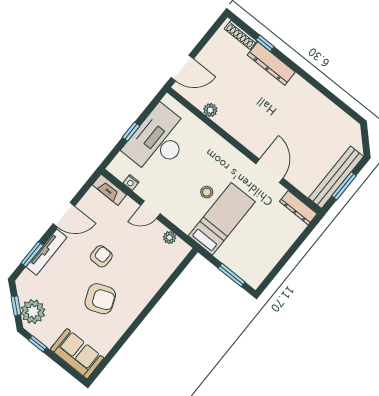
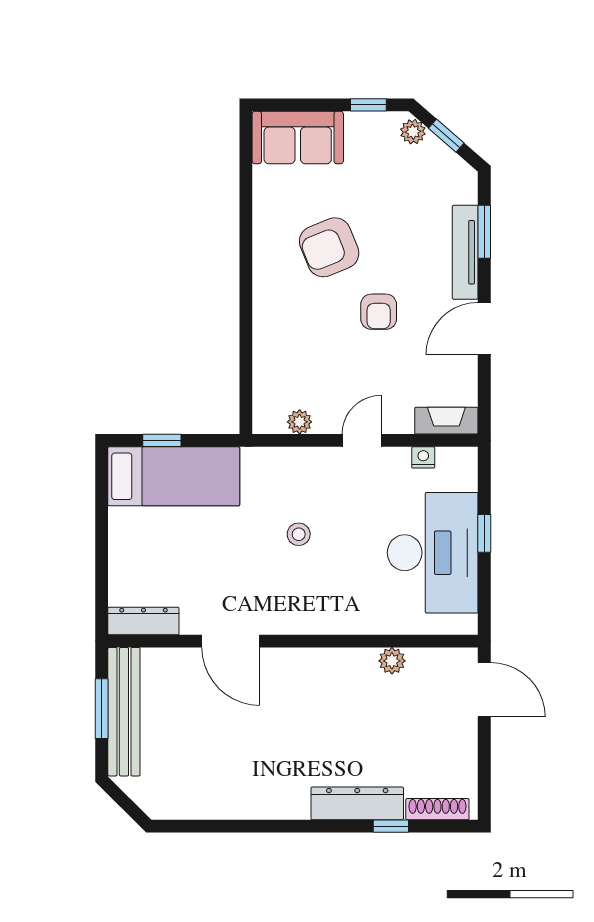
door: (182, 68) -> (484, 690), swing flipped
bed: (222, 219) -> (174, 476), moved, turned -90
window: (232, 275) -> (162, 440), width x0.67
plant: (33, 312) -> (413, 132), width x0.53, depth x0.53

